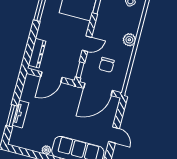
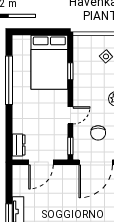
dresser: (37, 53) -> (19, 145), width x0.70

